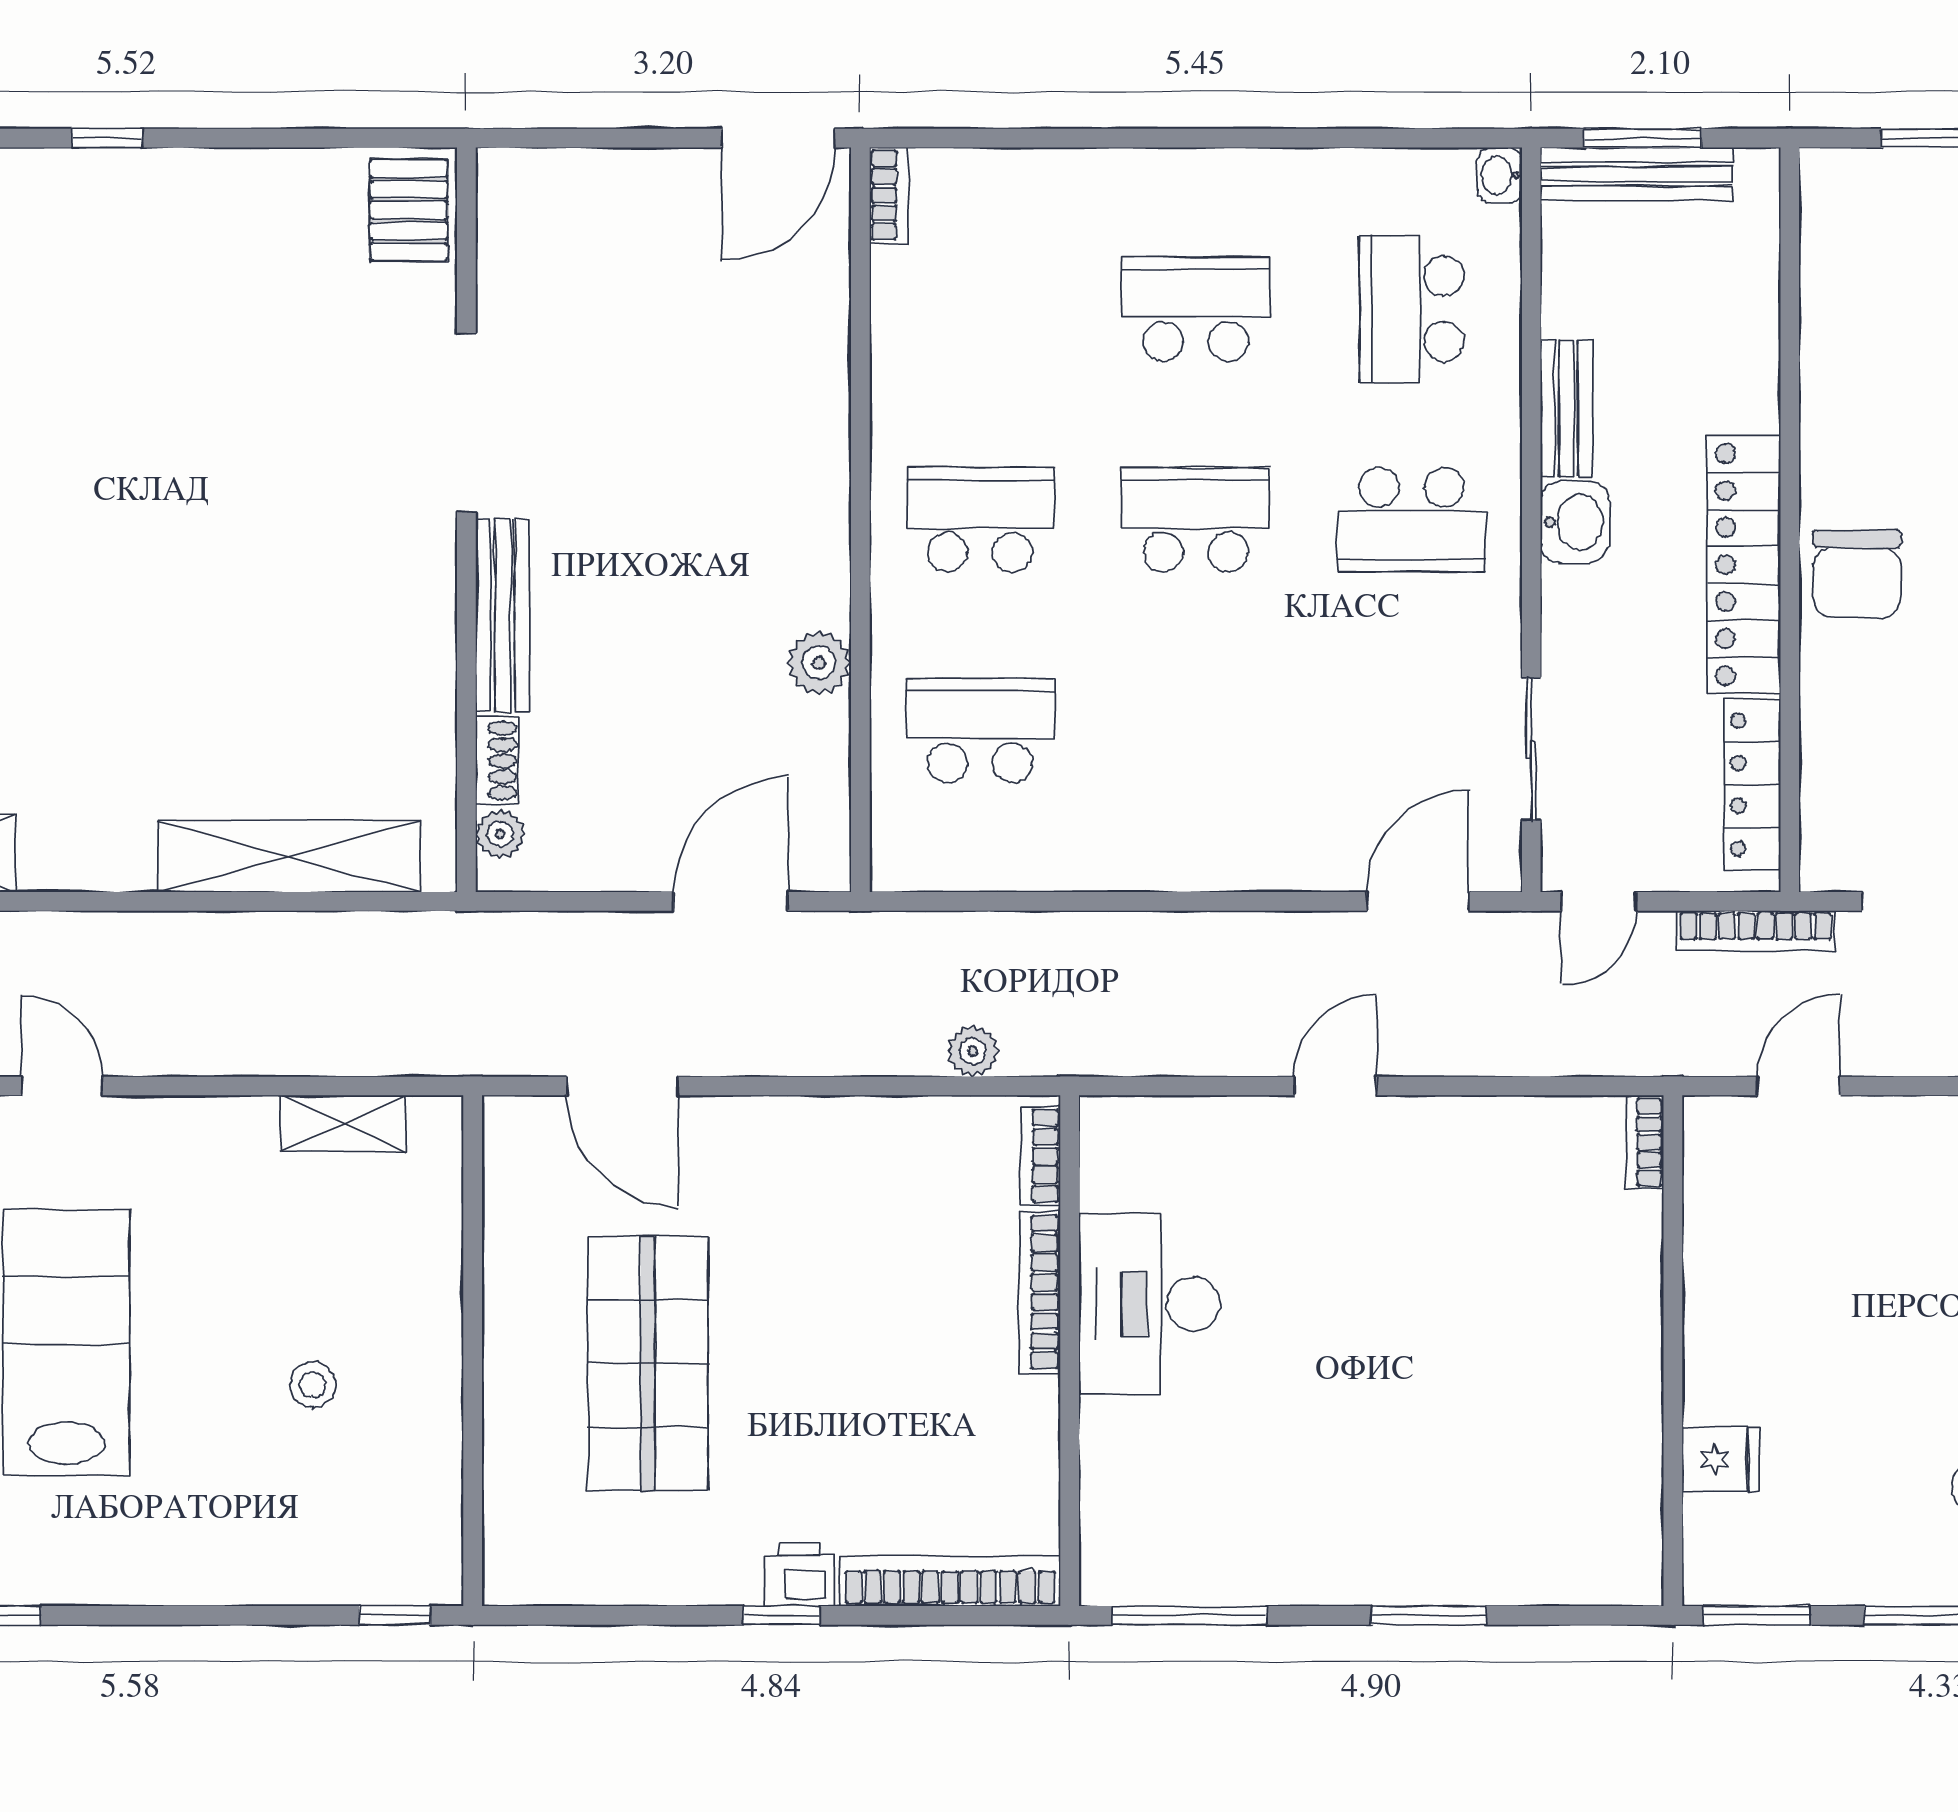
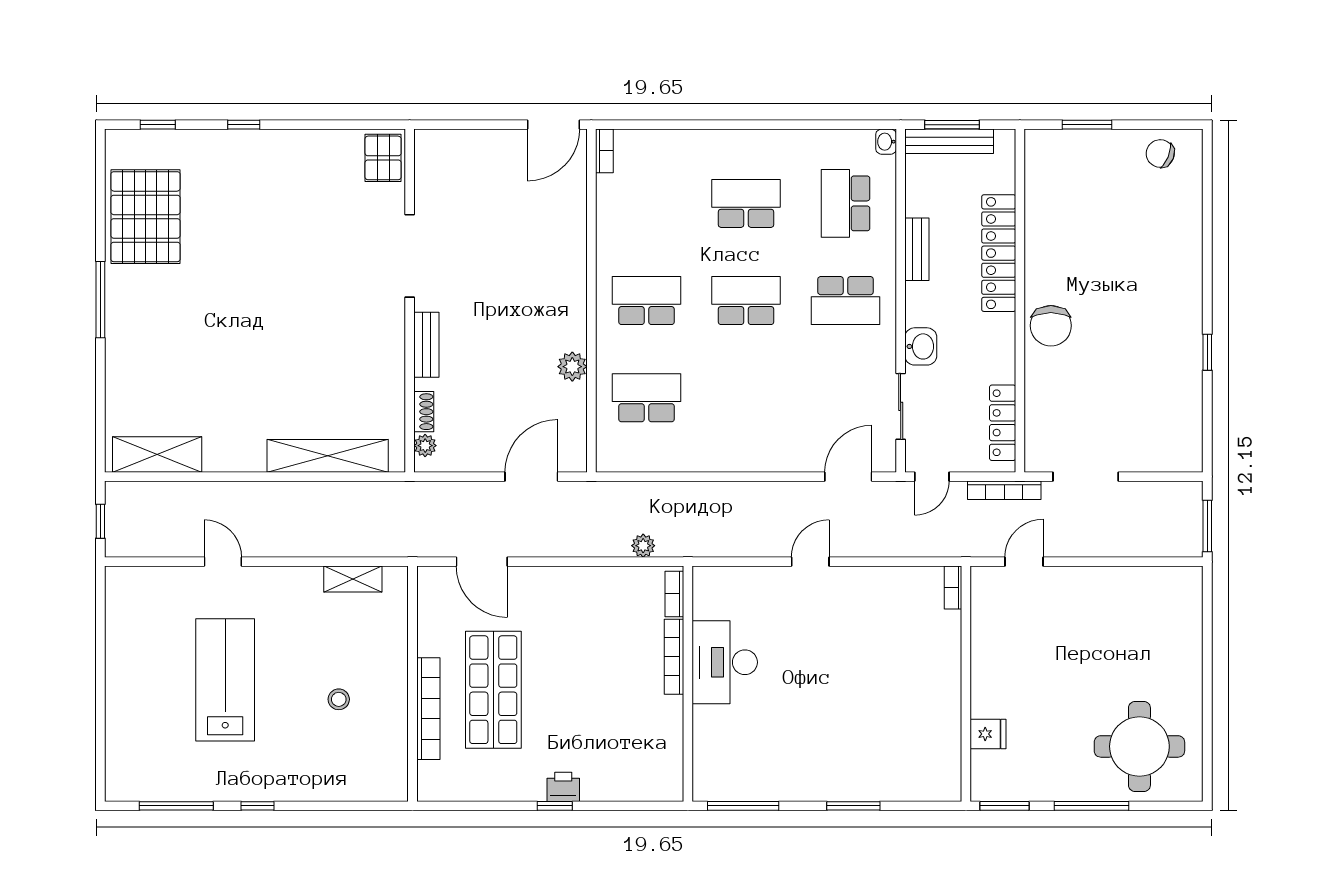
washbasin: (1575, 522) -> (921, 346), moved
locker: (1744, 565) -> (999, 253), moved
bench: (503, 615) -> (426, 345), width x0.73
bookcase: (950, 1581) -> (428, 709), moved, turned 90
window: (395, 1615) -> (258, 806), moved

